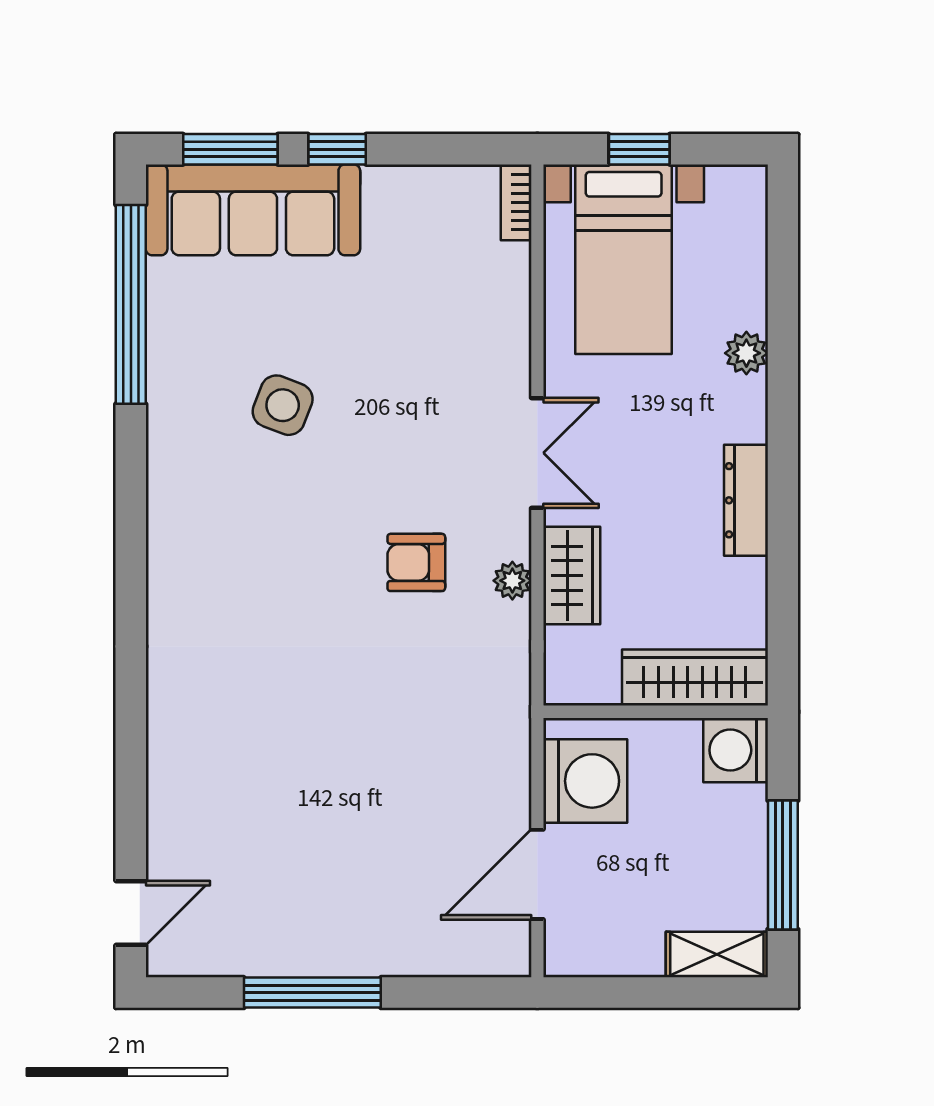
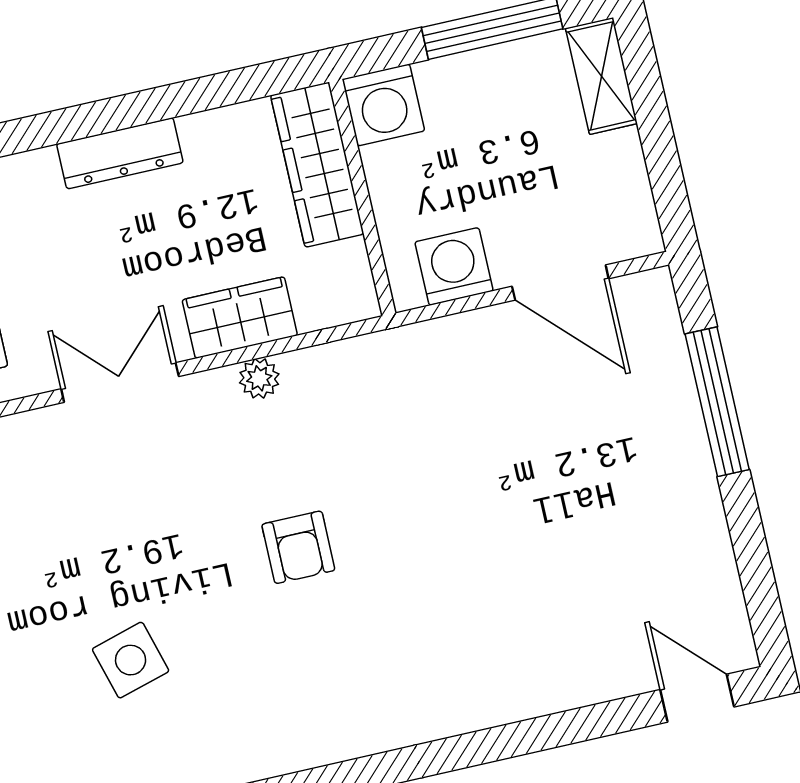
side table: (283, 405) -> (131, 660), turned -37
armchair: (416, 562) -> (298, 547), moved
washing machine: (585, 781) -> (454, 266), width x0.73, depth x0.73
window: (312, 993) -> (717, 402), moved

